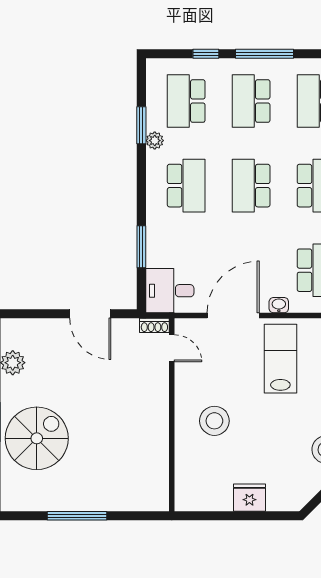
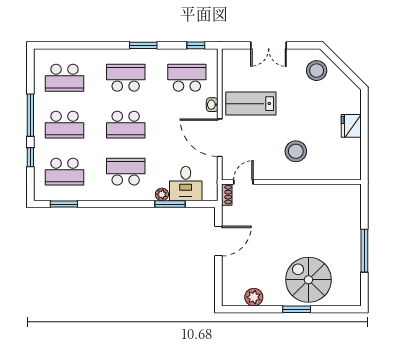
window: (141, 125) -> (64, 204), moved
plant: (155, 141) -> (162, 194), moved
desk: (170, 291) -> (186, 184), moved

